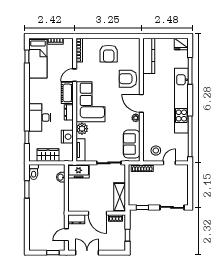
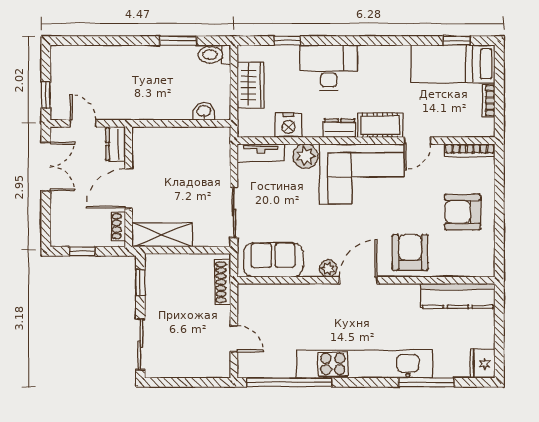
door: (75, 75) -> (418, 141), swing flipped
stool: (156, 151) -> (260, 311), removed
freezer: (79, 171) -> (216, 149), removed

